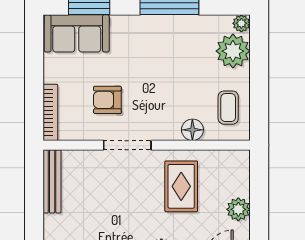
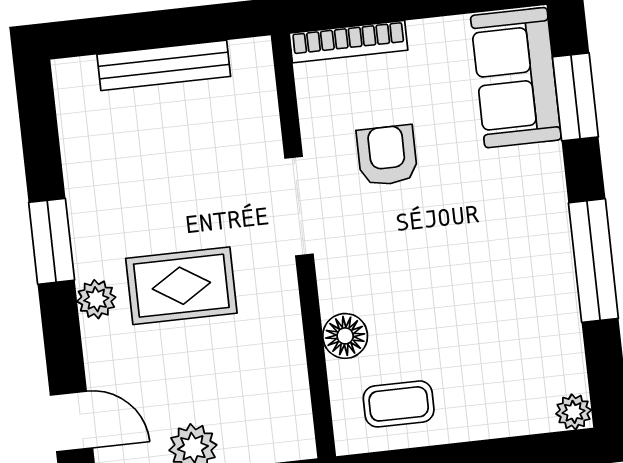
plant: (233, 51) -> (515, 401), removed
bench: (52, 181) -> (164, 65), moved
rug: (181, 186) -> (181, 286), moved

